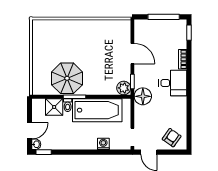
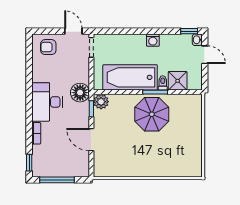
parasol: (67, 78) -> (152, 114), moved
desk: (173, 83) -> (47, 102), width x1.37
door: (29, 131) -> (205, 55), swing flipped
armchair: (172, 138) -> (48, 47), turned 55
washing machine: (103, 144) -> (153, 40), moved

